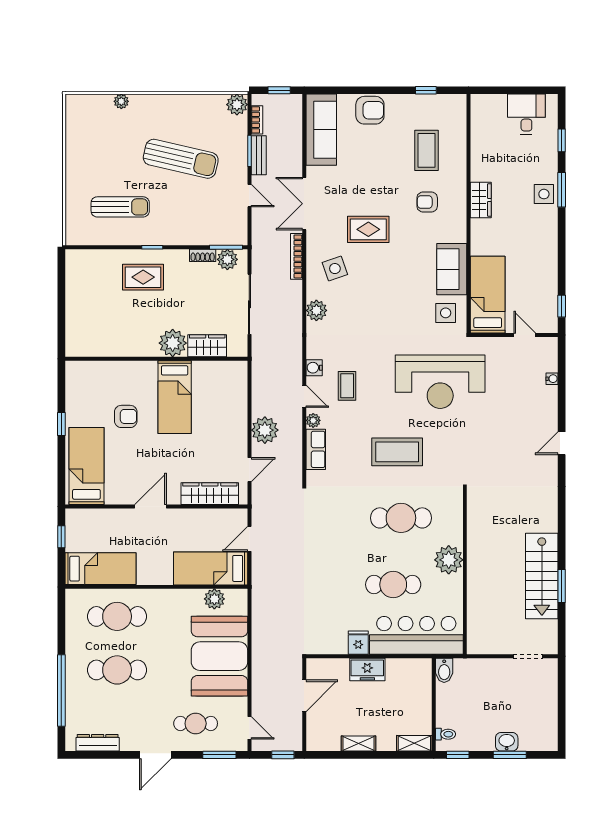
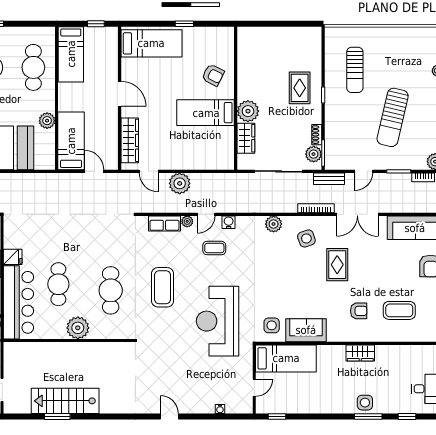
bench: (259, 155) -> (329, 179), moved
armchair: (427, 202) -> (359, 311), turned 90
double door: (304, 204) -> (357, 214), swing flipped
armchair: (126, 416) -> (213, 75), moved, turned -63
plant: (214, 599) -> (47, 121), moved

